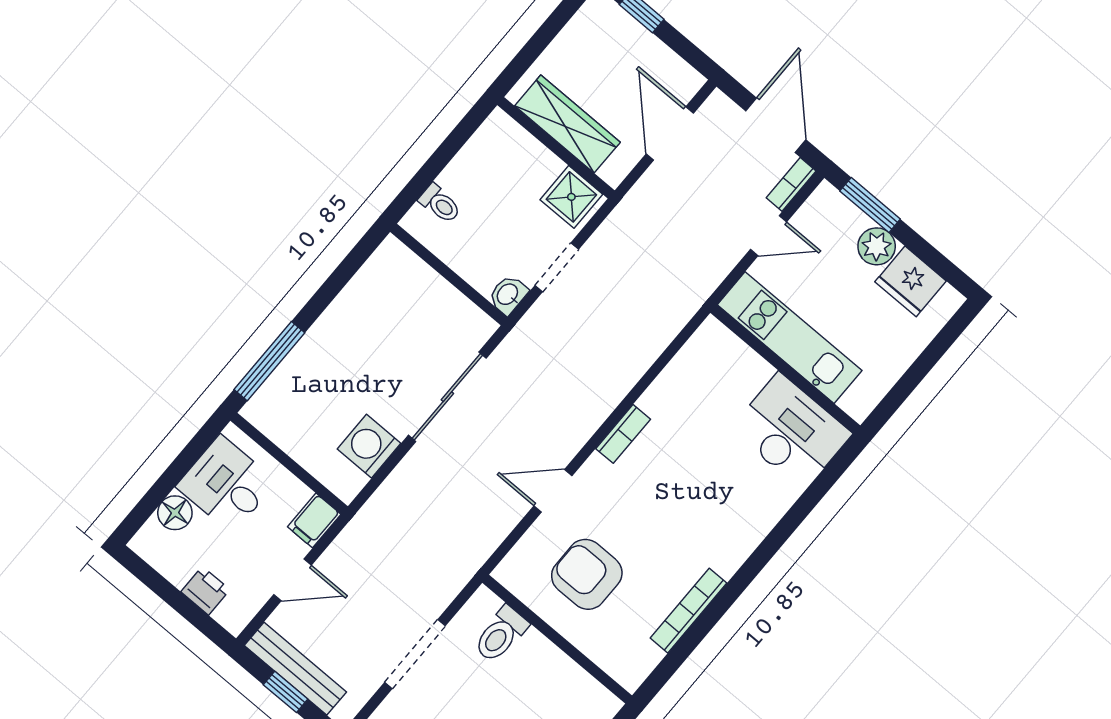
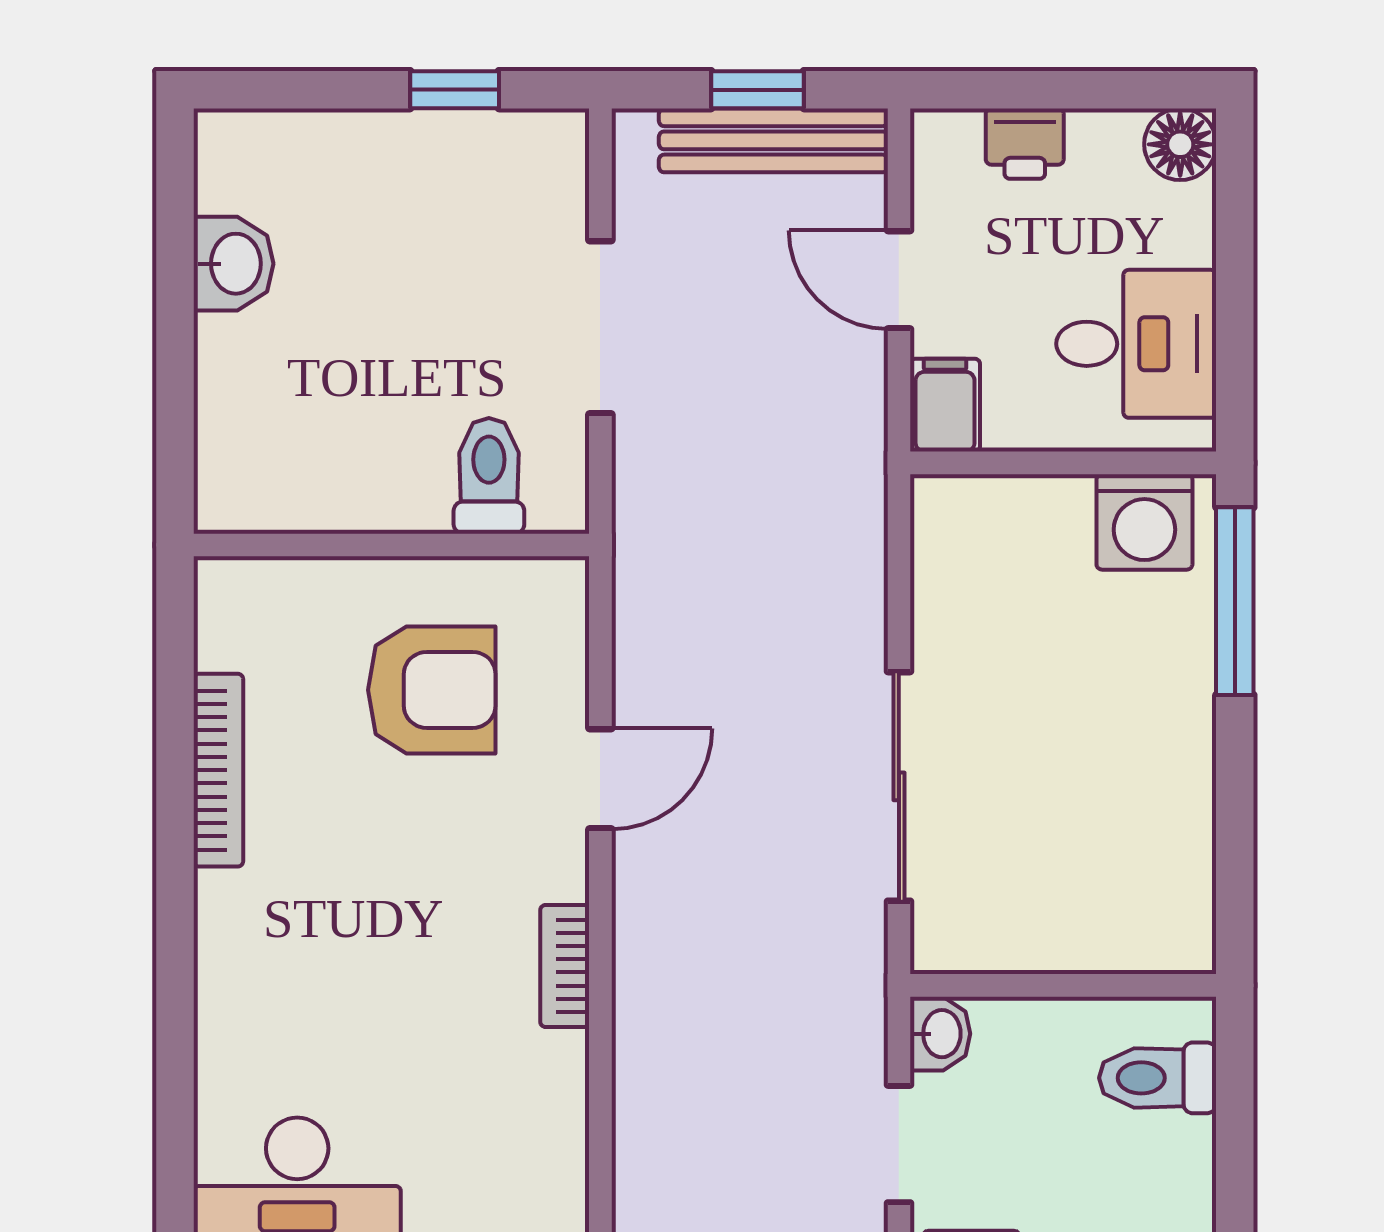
toilet: (440, 204) -> (1158, 1078), width x1.37, depth x1.39
washing machine: (369, 446) -> (1144, 522), moved, turned 90
floor lamp: (175, 513) -> (1180, 144), moved
door: (293, 580) -> (899, 280), hinge flipped

